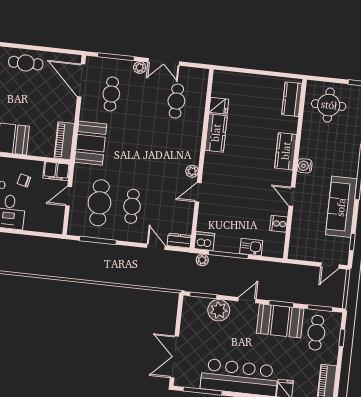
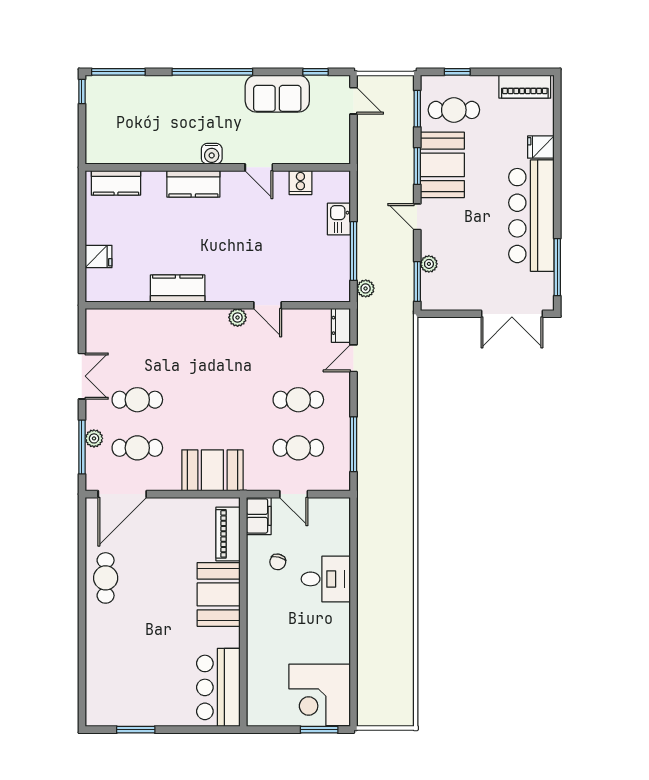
plant: (140, 67) -> (94, 438), moved
cafe table: (176, 101) -> (137, 400), moved
round table: (329, 105) -> (119, 128), removed
fridge: (219, 106) -> (99, 256), moved, turned 90
piano: (64, 141) -> (228, 534), moved, turned 90
door: (292, 197) -> (259, 167), hinge flipped
cafe table: (99, 203) -> (298, 448), width x0.73, depth x0.74
sofa: (341, 207) -> (277, 94), width x0.73
dishwasher: (204, 241) -> (337, 288), removed
plant: (219, 310) -> (429, 264), width x0.53, depth x0.53

